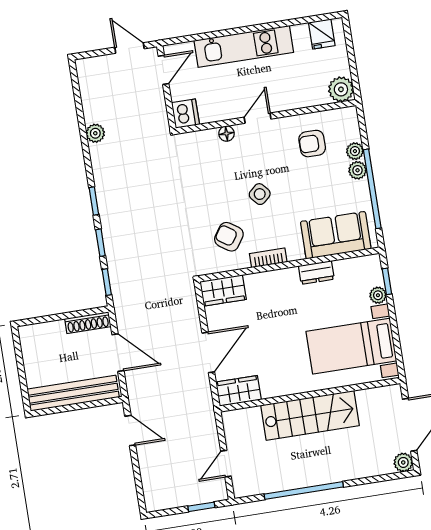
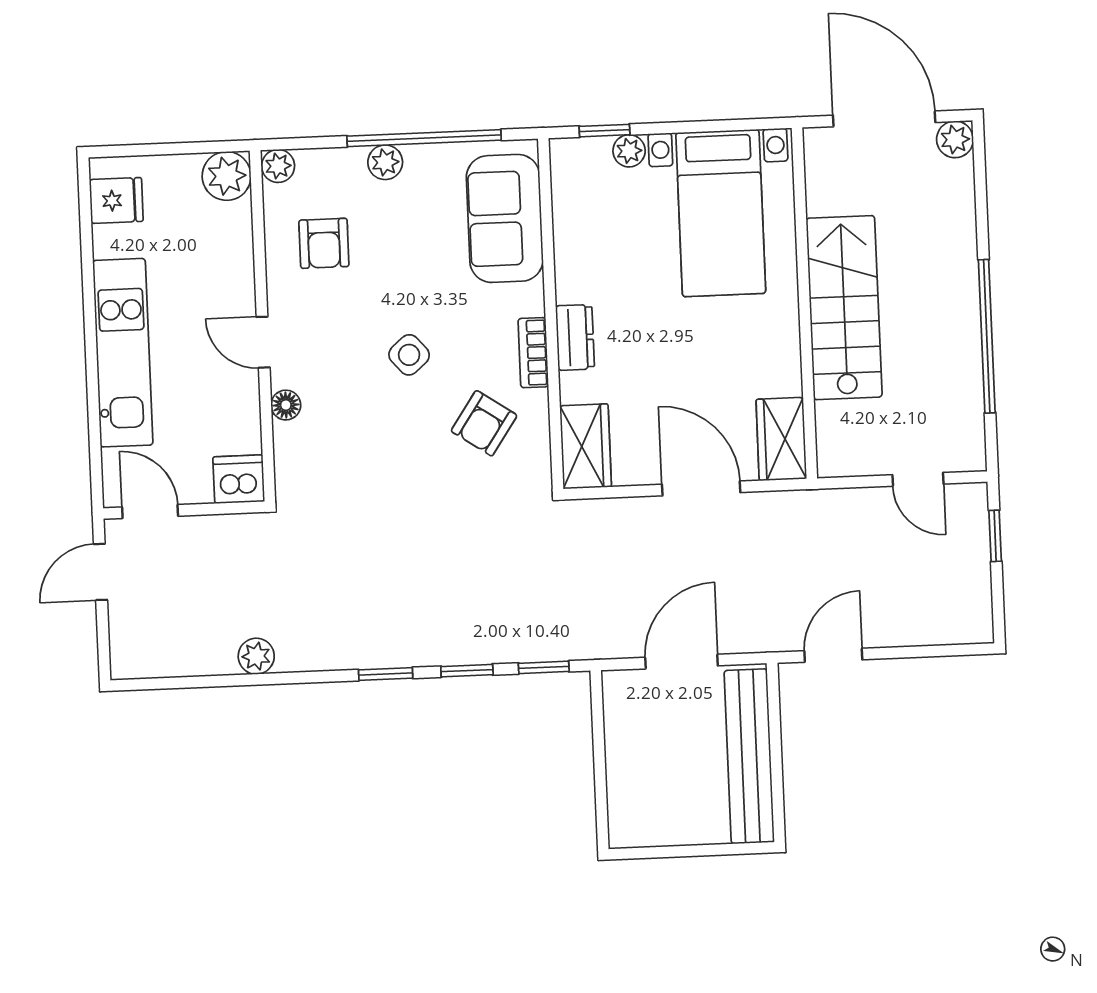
plant: (355, 151) -> (278, 166), moved
dresser: (316, 273) -> (575, 337), moved
shoe rack: (88, 323) -> (617, 713), removed

